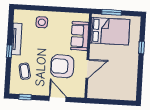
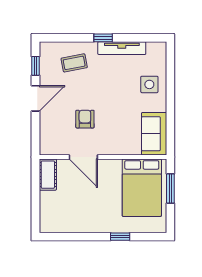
sofa: (80, 36) -> (154, 134), moved, turned -90
armchair: (62, 66) -> (85, 119), width x0.53, depth x0.53
cot: (98, 93) -> (48, 175), added
door: (58, 99) -> (35, 98), moved

